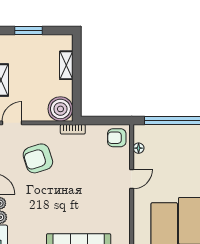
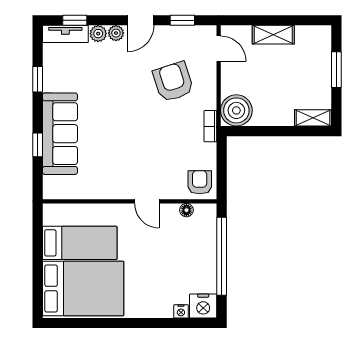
shelving: (66, 65) -> (313, 118), moved

